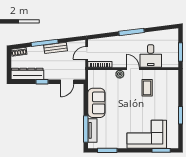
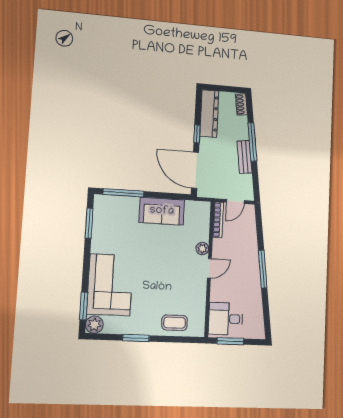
door: (87, 53) -> (235, 201), swing flipped
desk: (151, 56) -> (226, 319), moved
door: (67, 82) -> (195, 170), width x1.88
coffee table: (147, 88) -> (175, 323), moved
tv unit: (92, 130) -> (121, 203), removed
plant: (173, 143) -> (94, 325), added

